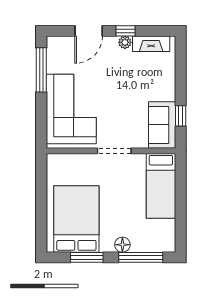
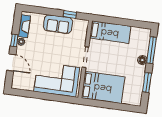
window: (41, 70) -> (31, 94), removed
sofa: (162, 125) -> (58, 24), moved
bed: (76, 219) -> (103, 87), moved, turned 180

